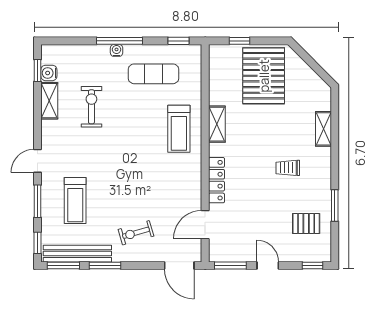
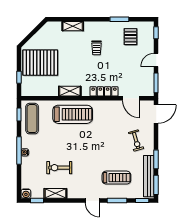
water cooler: (49, 73) -> (26, 194), moved
exercise mat: (153, 74) -> (32, 119), moved
treadmill: (179, 129) -> (73, 114), width x1.37, depth x1.38

